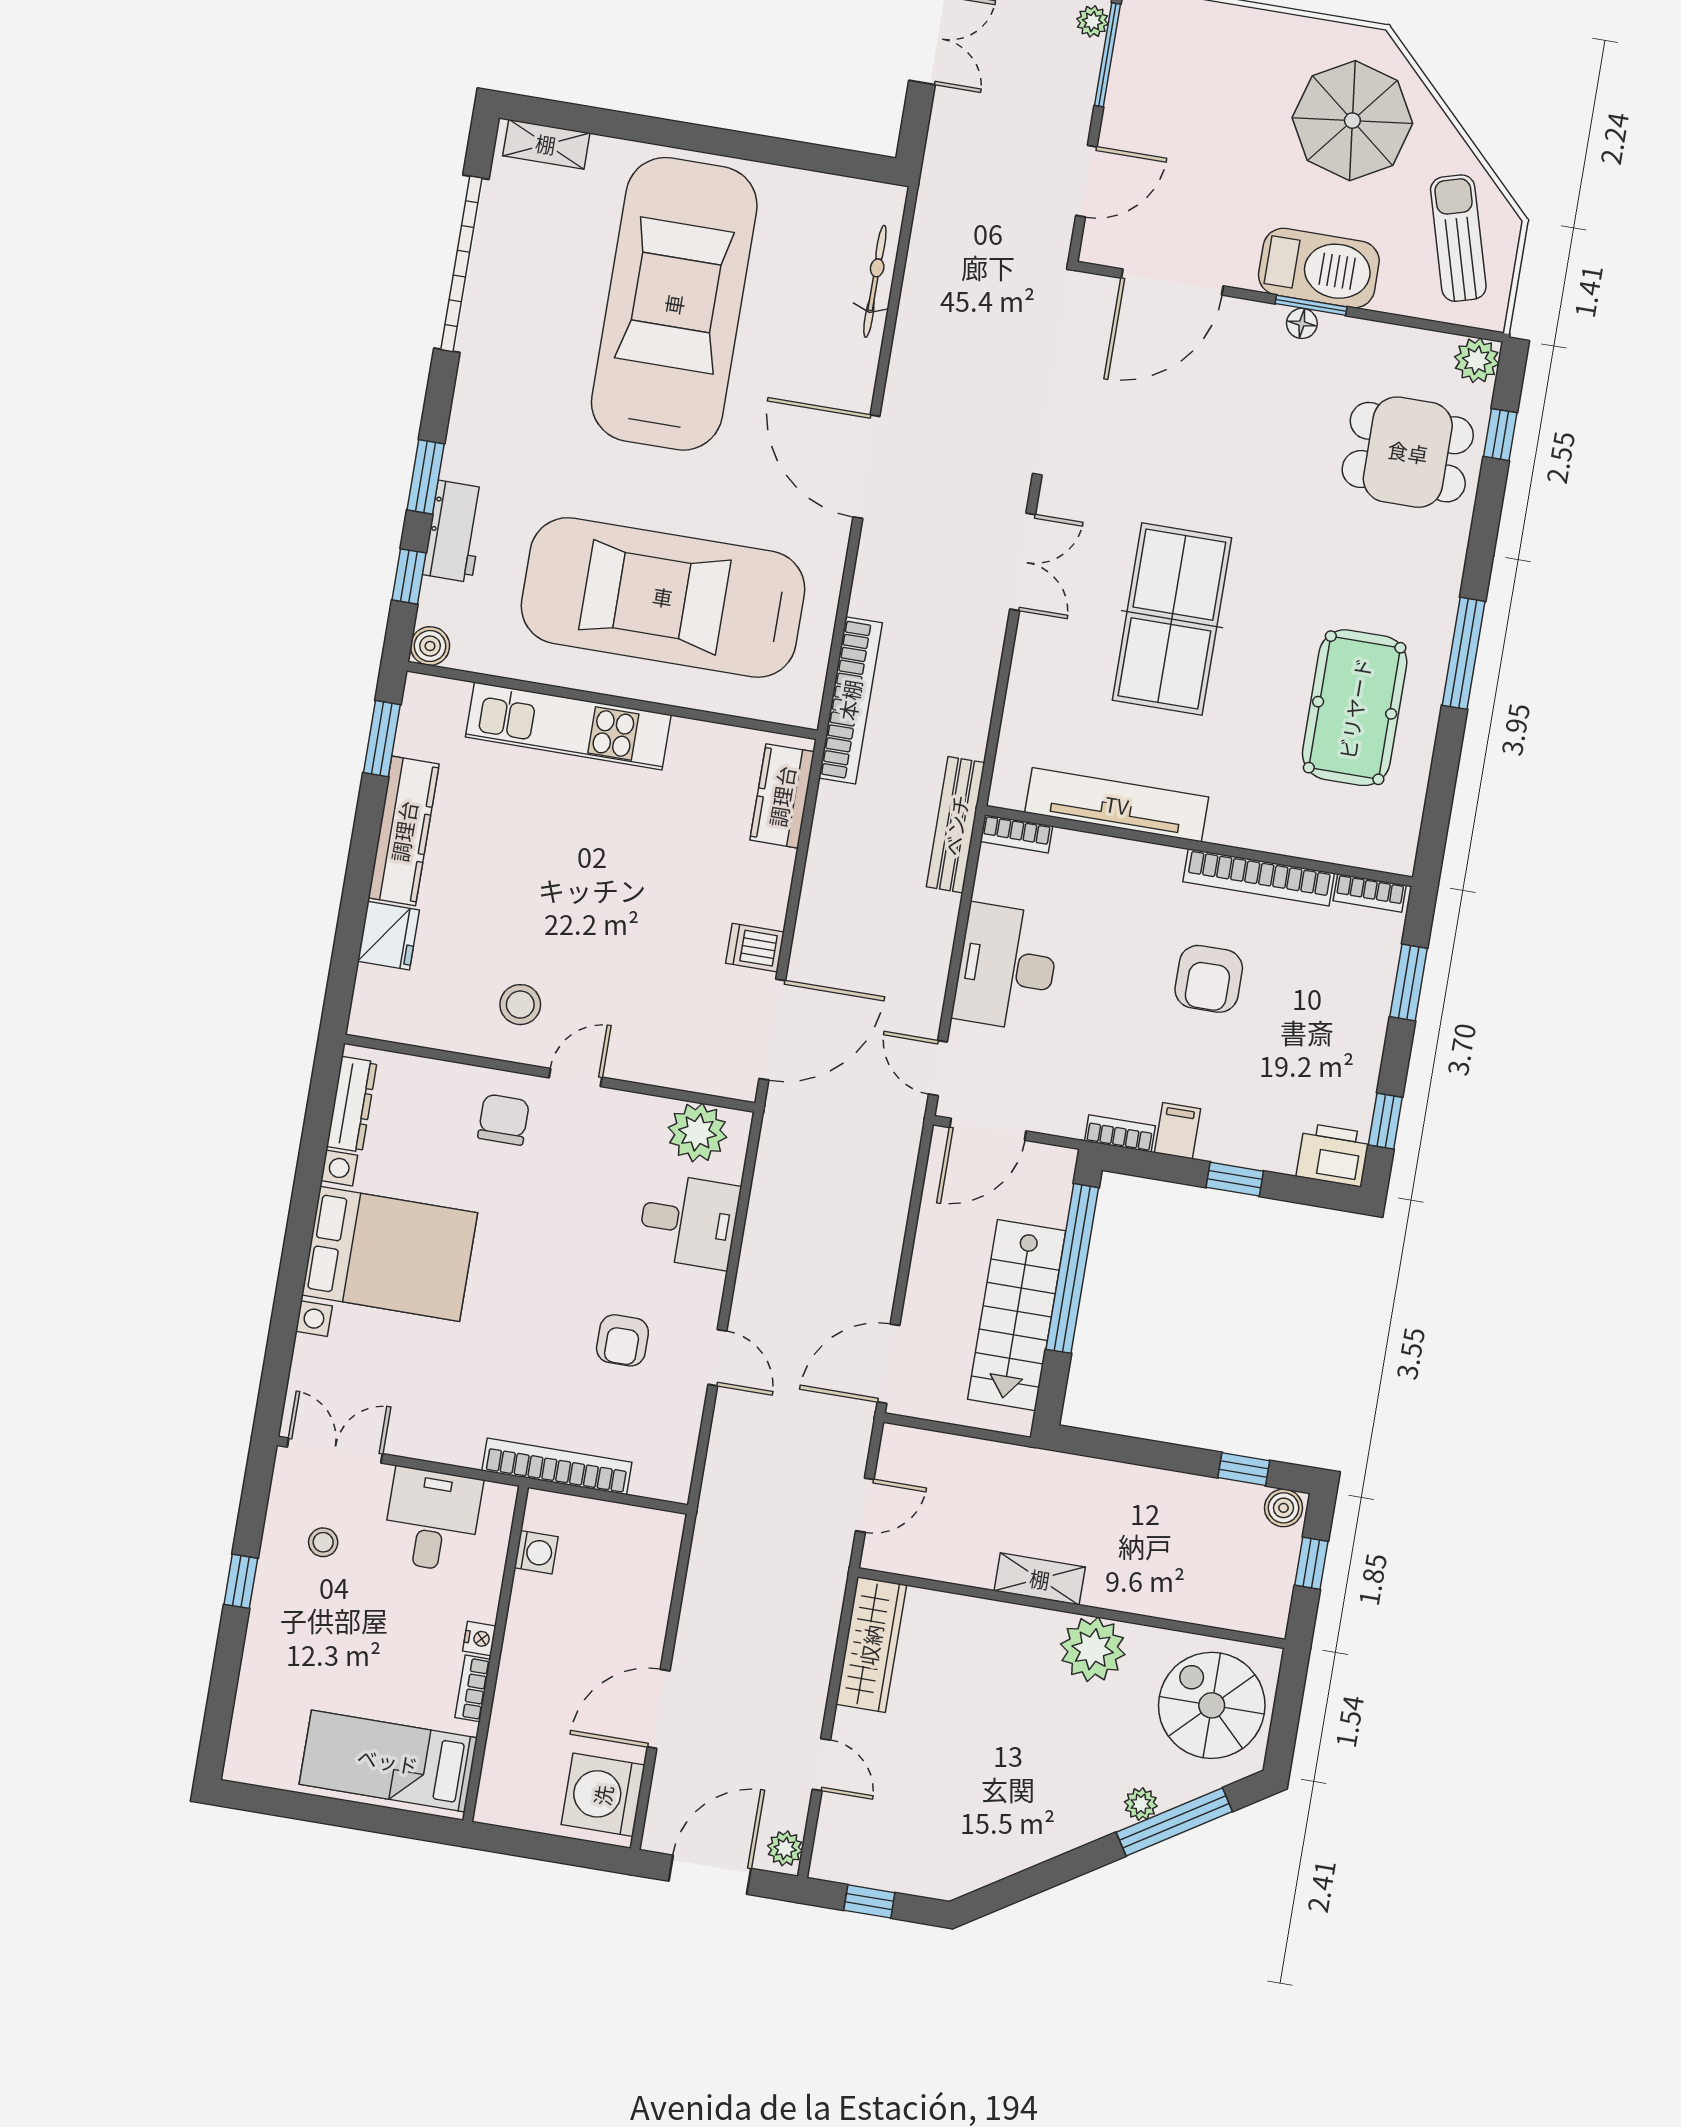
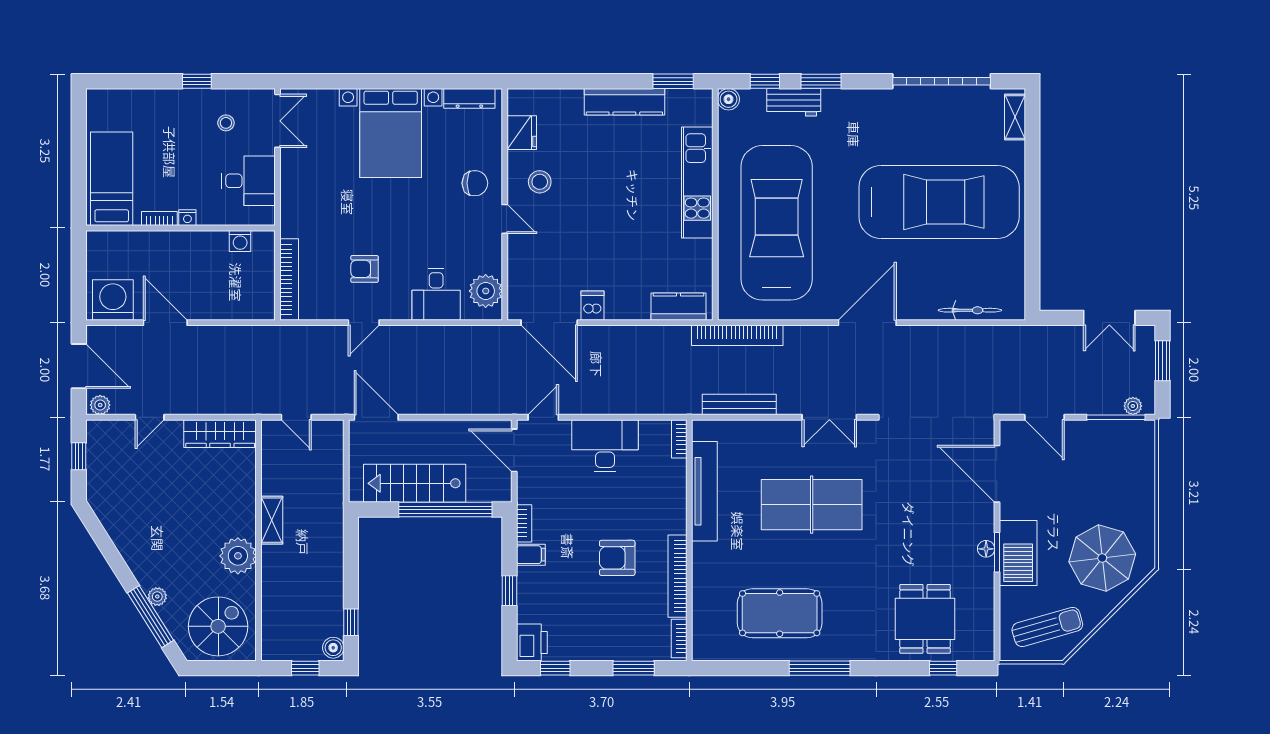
plant: (1477, 360) -> (982, 648), removed
bench: (956, 825) -> (739, 405), moved
fridge: (388, 936) -> (522, 133), moved, turned -90
bookcase: (557, 1466) -> (289, 279), moved

